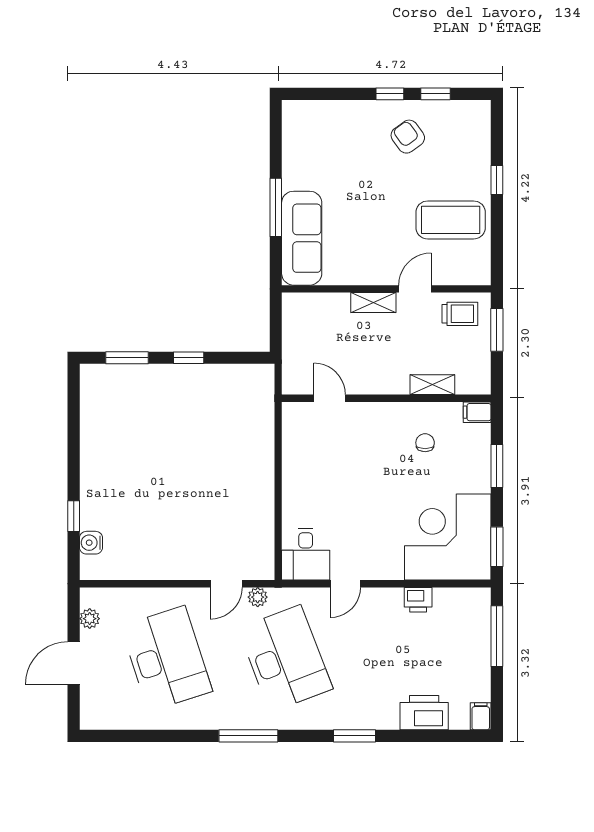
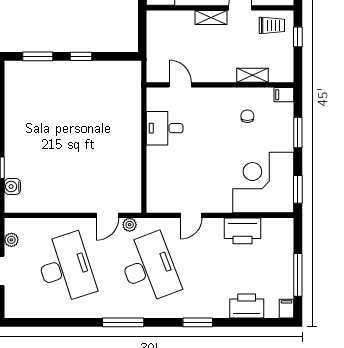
window: (497, 330) -> (298, 37), width x0.67
desk: (306, 554) -> (165, 128), moved, turned 90
printer: (418, 600) -> (242, 231), width x1.87, depth x1.48
window: (497, 636) -> (298, 275), moved

